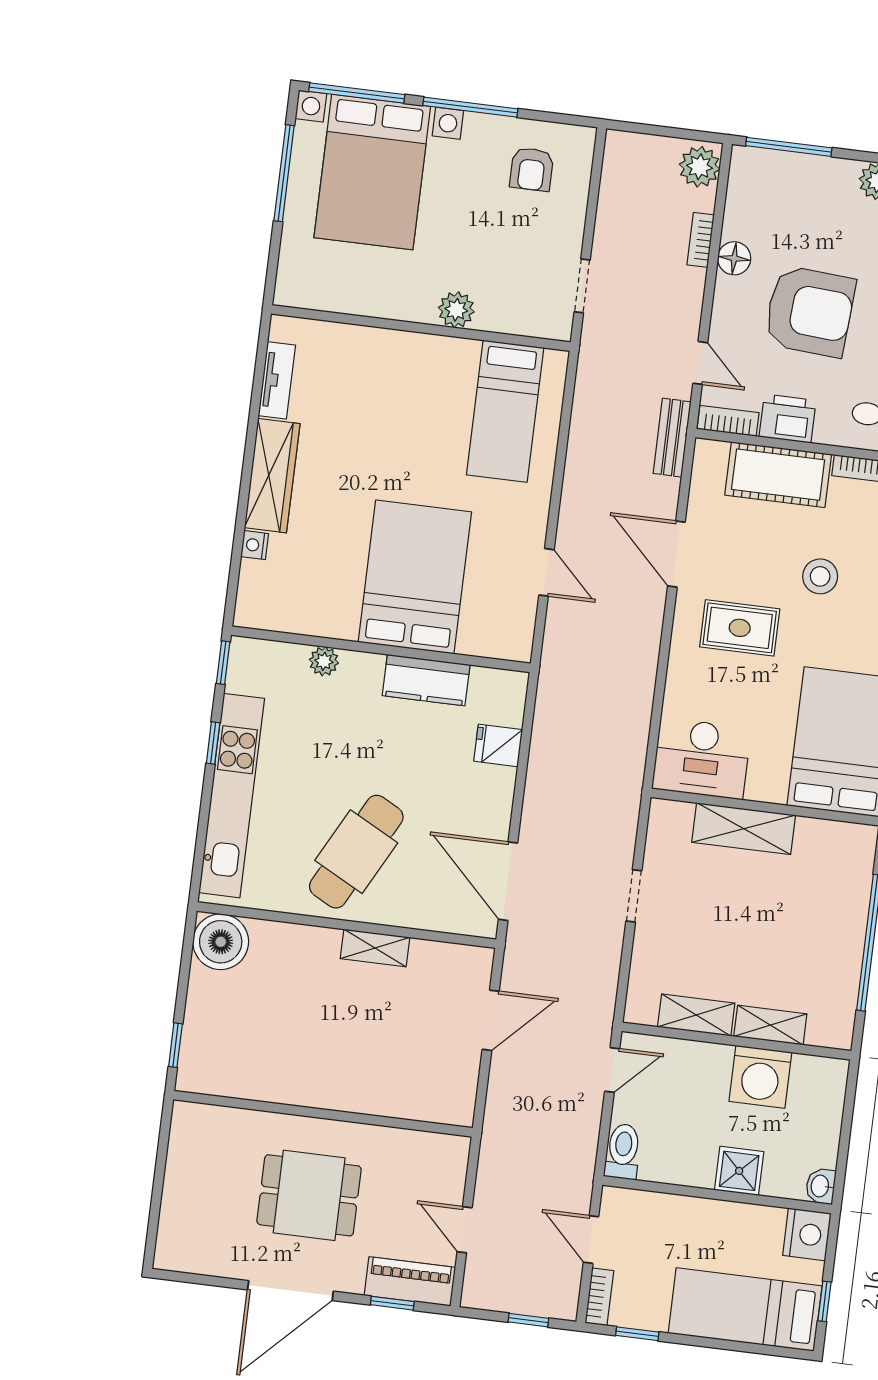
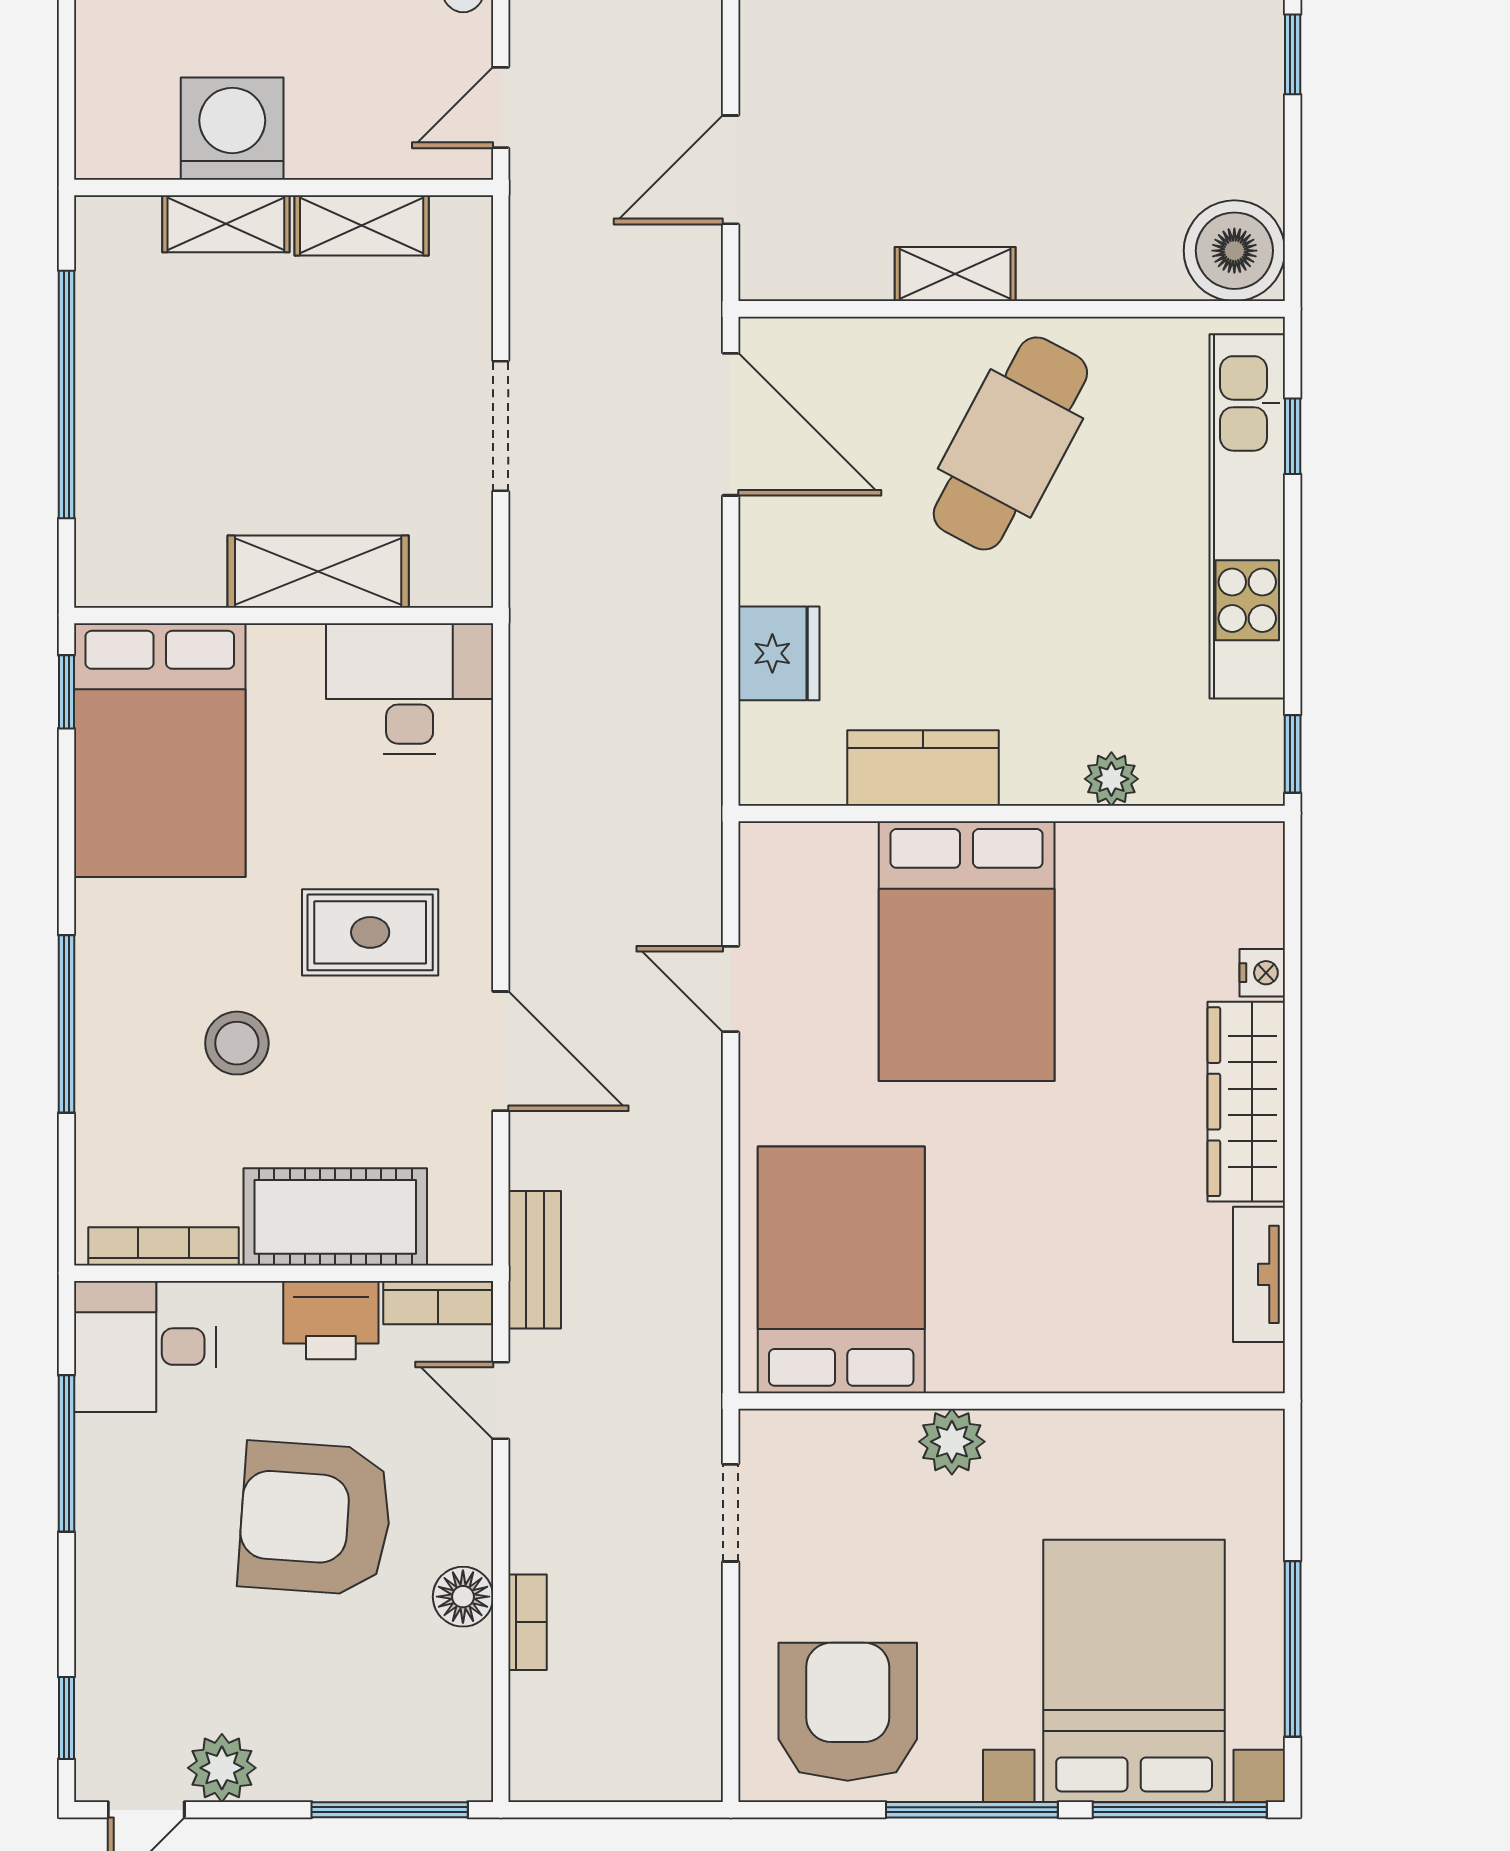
plant: (700, 167) -> (546, 1754), removed
armchair: (532, 169) -> (848, 1712), width x1.88, depth x1.88
bed: (505, 411) -> (841, 1270), width x1.50
window: (213, 743) -> (1293, 436), moved
fridge: (498, 745) -> (779, 653), width x1.38
doorway: (634, 896) -> (501, 426), width x1.38

